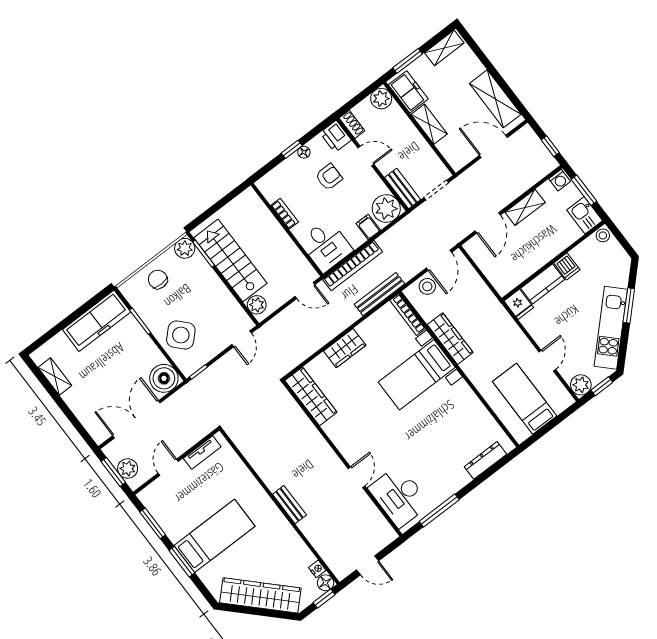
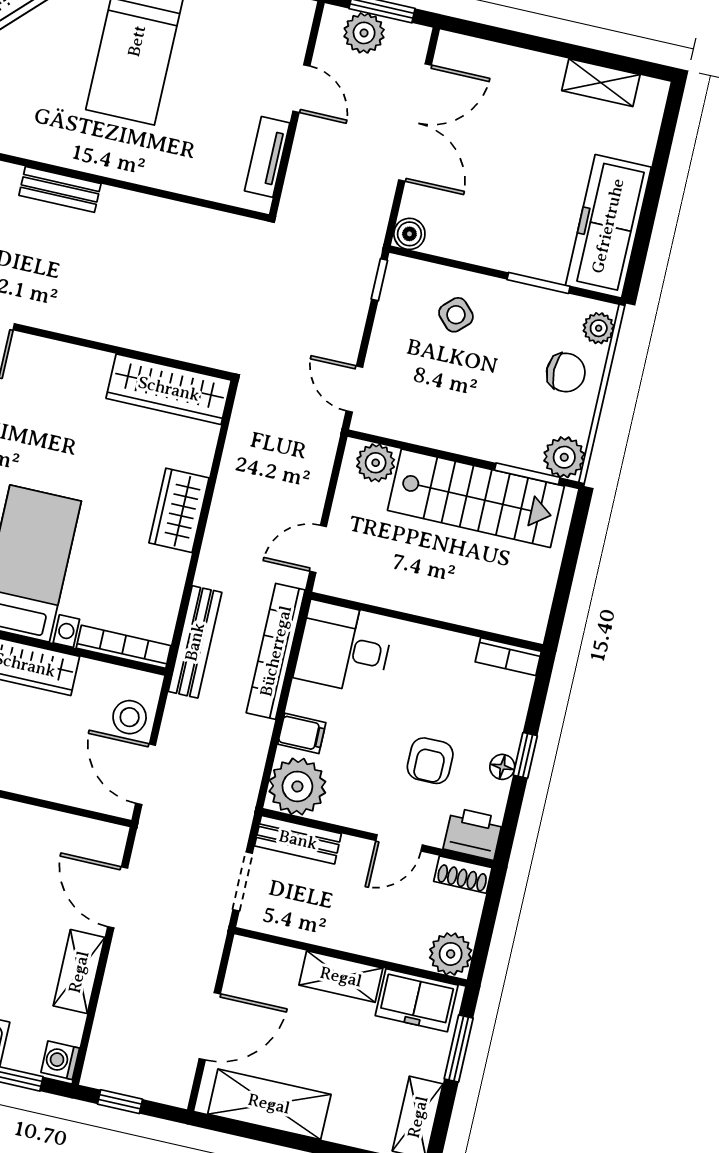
bookcase: (285, 214) -> (508, 657), moved
plant: (132, 286) -> (599, 328), added
side table: (181, 335) -> (456, 315), width x0.54, depth x0.54
boiler: (164, 378) -> (409, 234), width x0.54, depth x0.54

